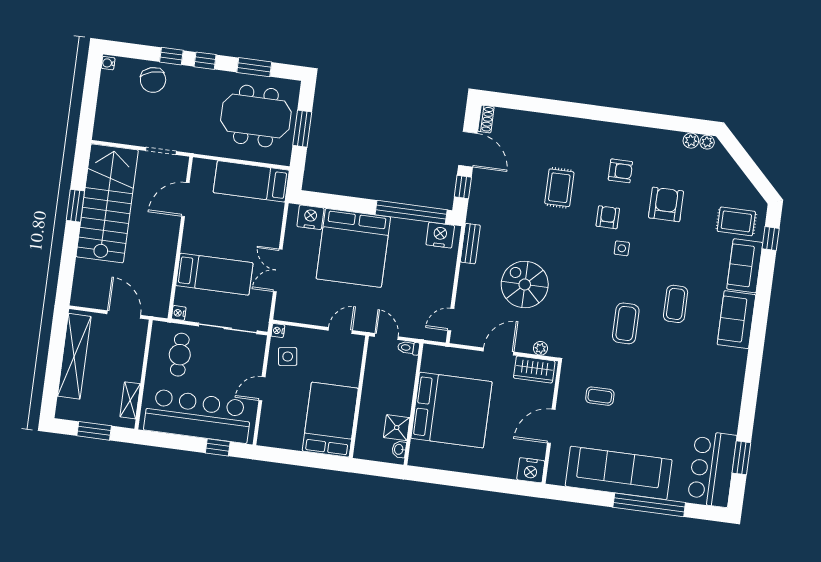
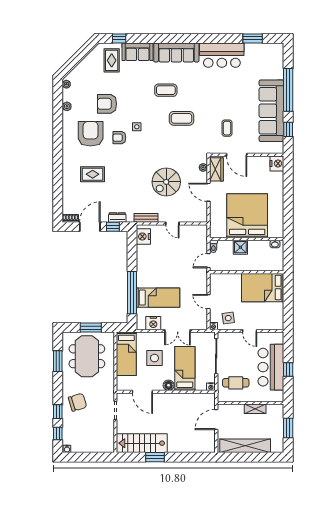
window: (205, 61) -> (58, 434), moved
chair: (153, 80) -> (77, 402), moved
plant: (691, 141) -> (67, 106), moved
armchair: (620, 171) -> (91, 134), width x1.88, depth x1.88
rug: (559, 188) -> (93, 174), moved
dresser: (477, 196) -> (117, 217), added
stairs: (107, 203) -> (142, 443), width x0.73, depth x0.66
window: (411, 212) -> (132, 293), moved
nightstand: (310, 217) -> (153, 323), moved, turned -90
side table: (238, 227) -> (154, 358), added
floor lamp: (190, 244) -> (169, 385), added
bed: (353, 248) -> (158, 298), width x0.49
door: (451, 320) -> (172, 223), moved
sofa: (736, 320) -> (176, 52), width x1.36
door: (340, 330) -> (208, 302), moved
shelving: (130, 400) -> (255, 409), moved
bar counter: (198, 416) -> (271, 367), width x0.73
door: (551, 426) -> (237, 155), moved
shower: (397, 428) -> (240, 247), moved
window: (218, 447) -> (288, 369), moved
bar counter: (712, 469) -> (222, 55), moved
window: (584, 496) -> (288, 129), added

